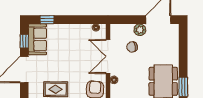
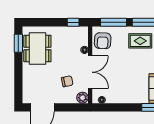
plant: (140, 30) -> (82, 98), moved

